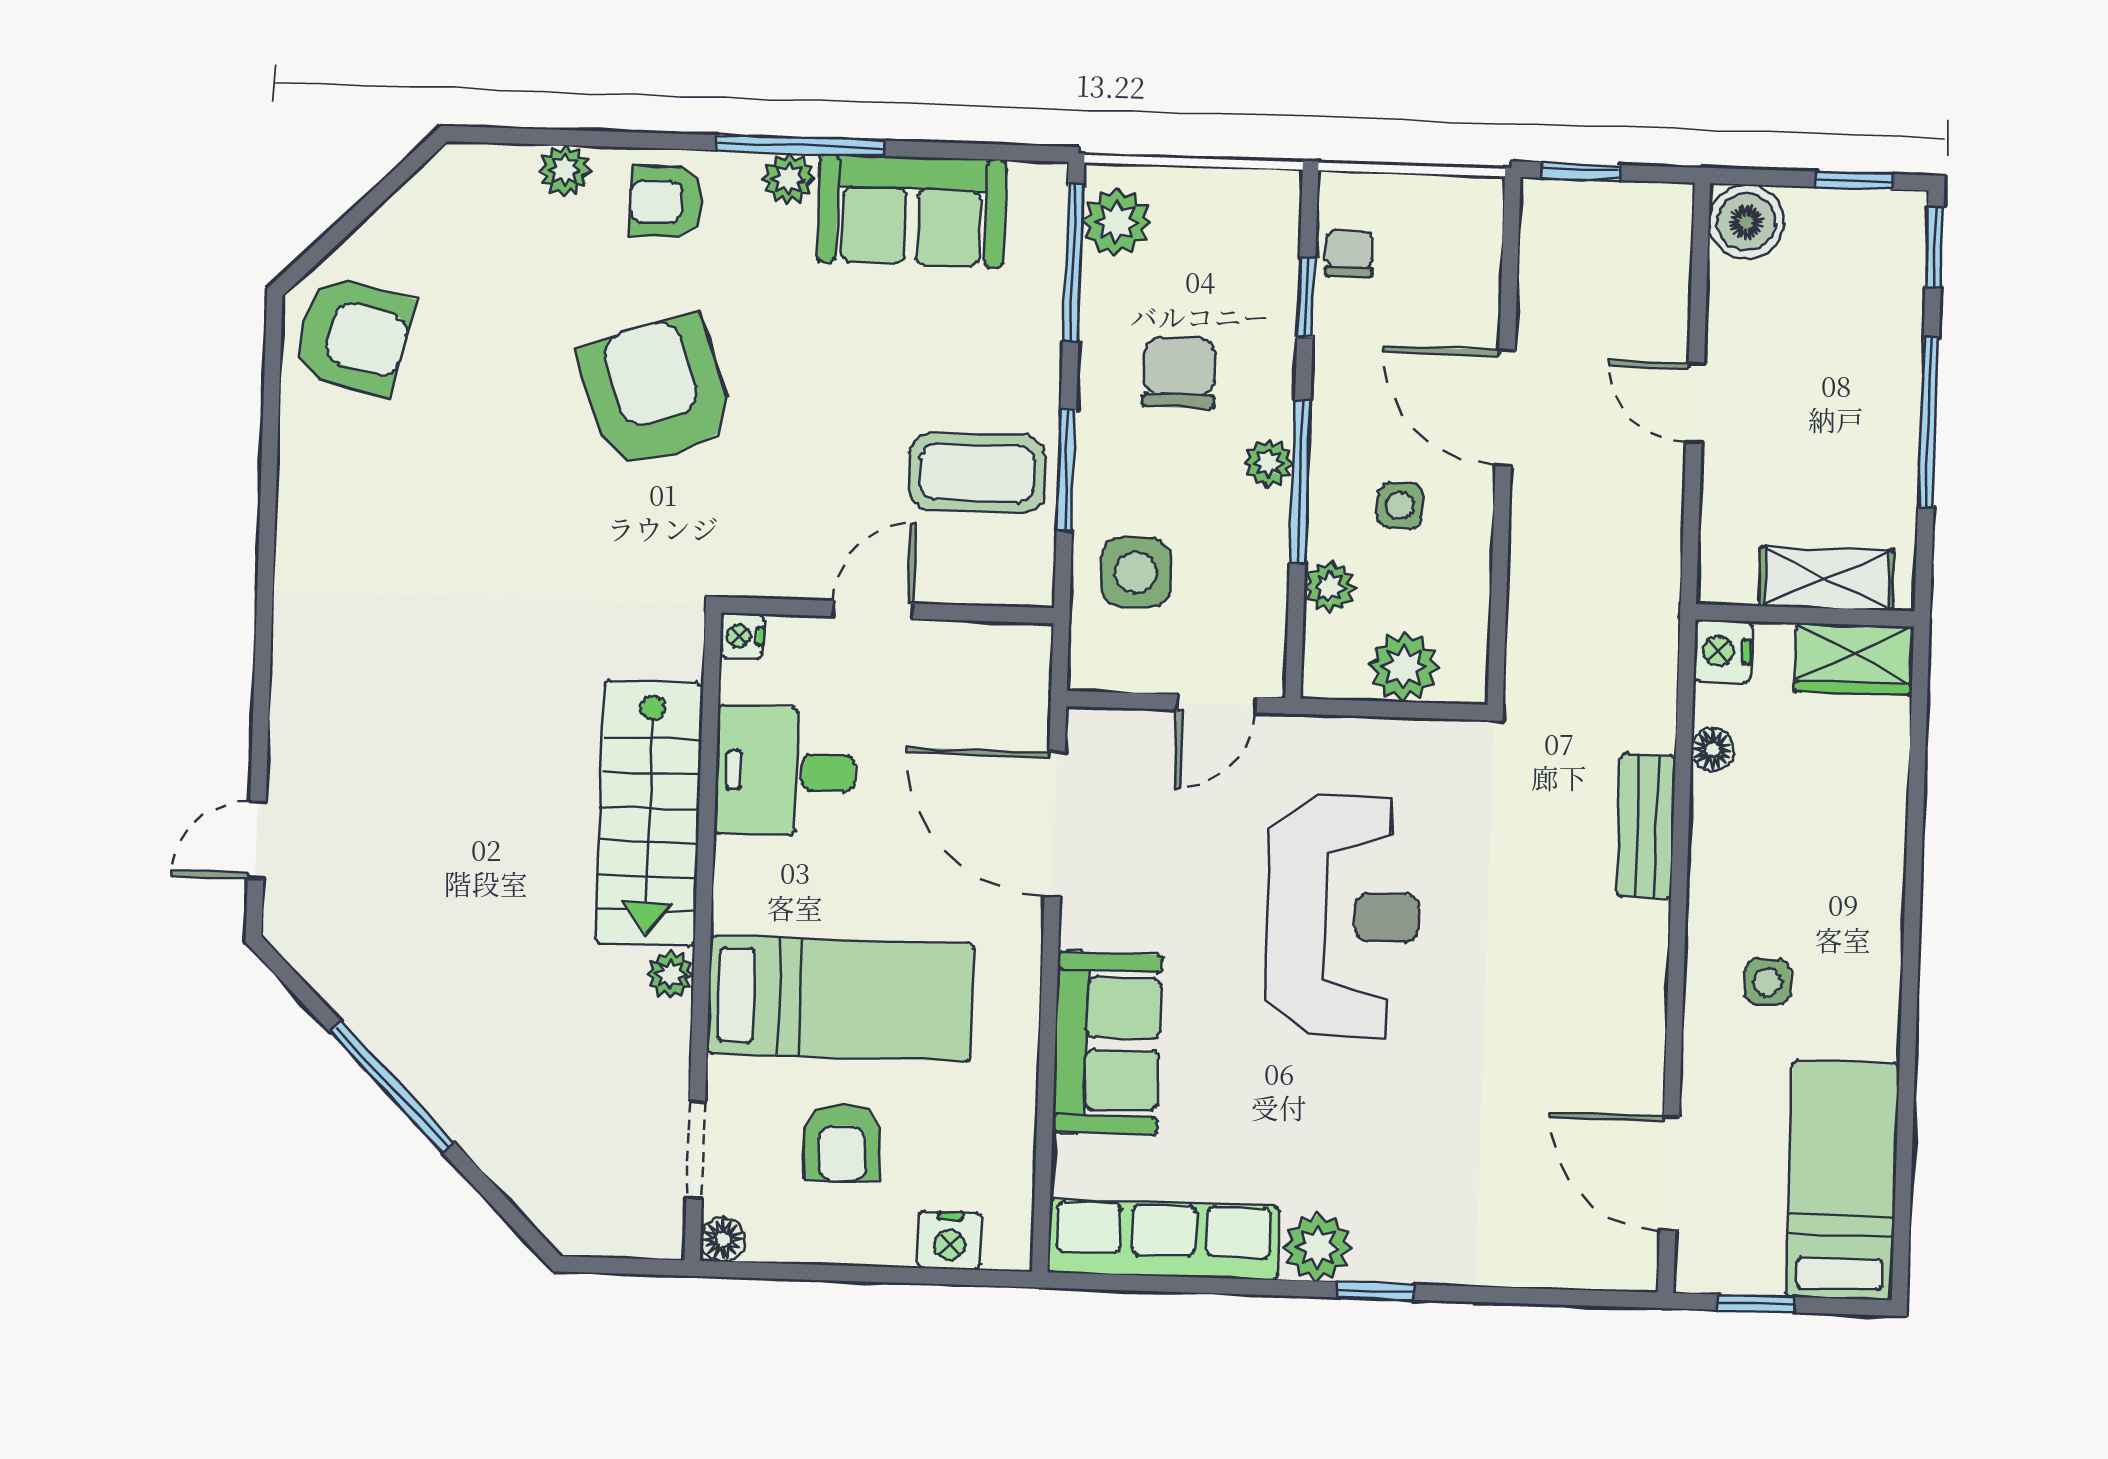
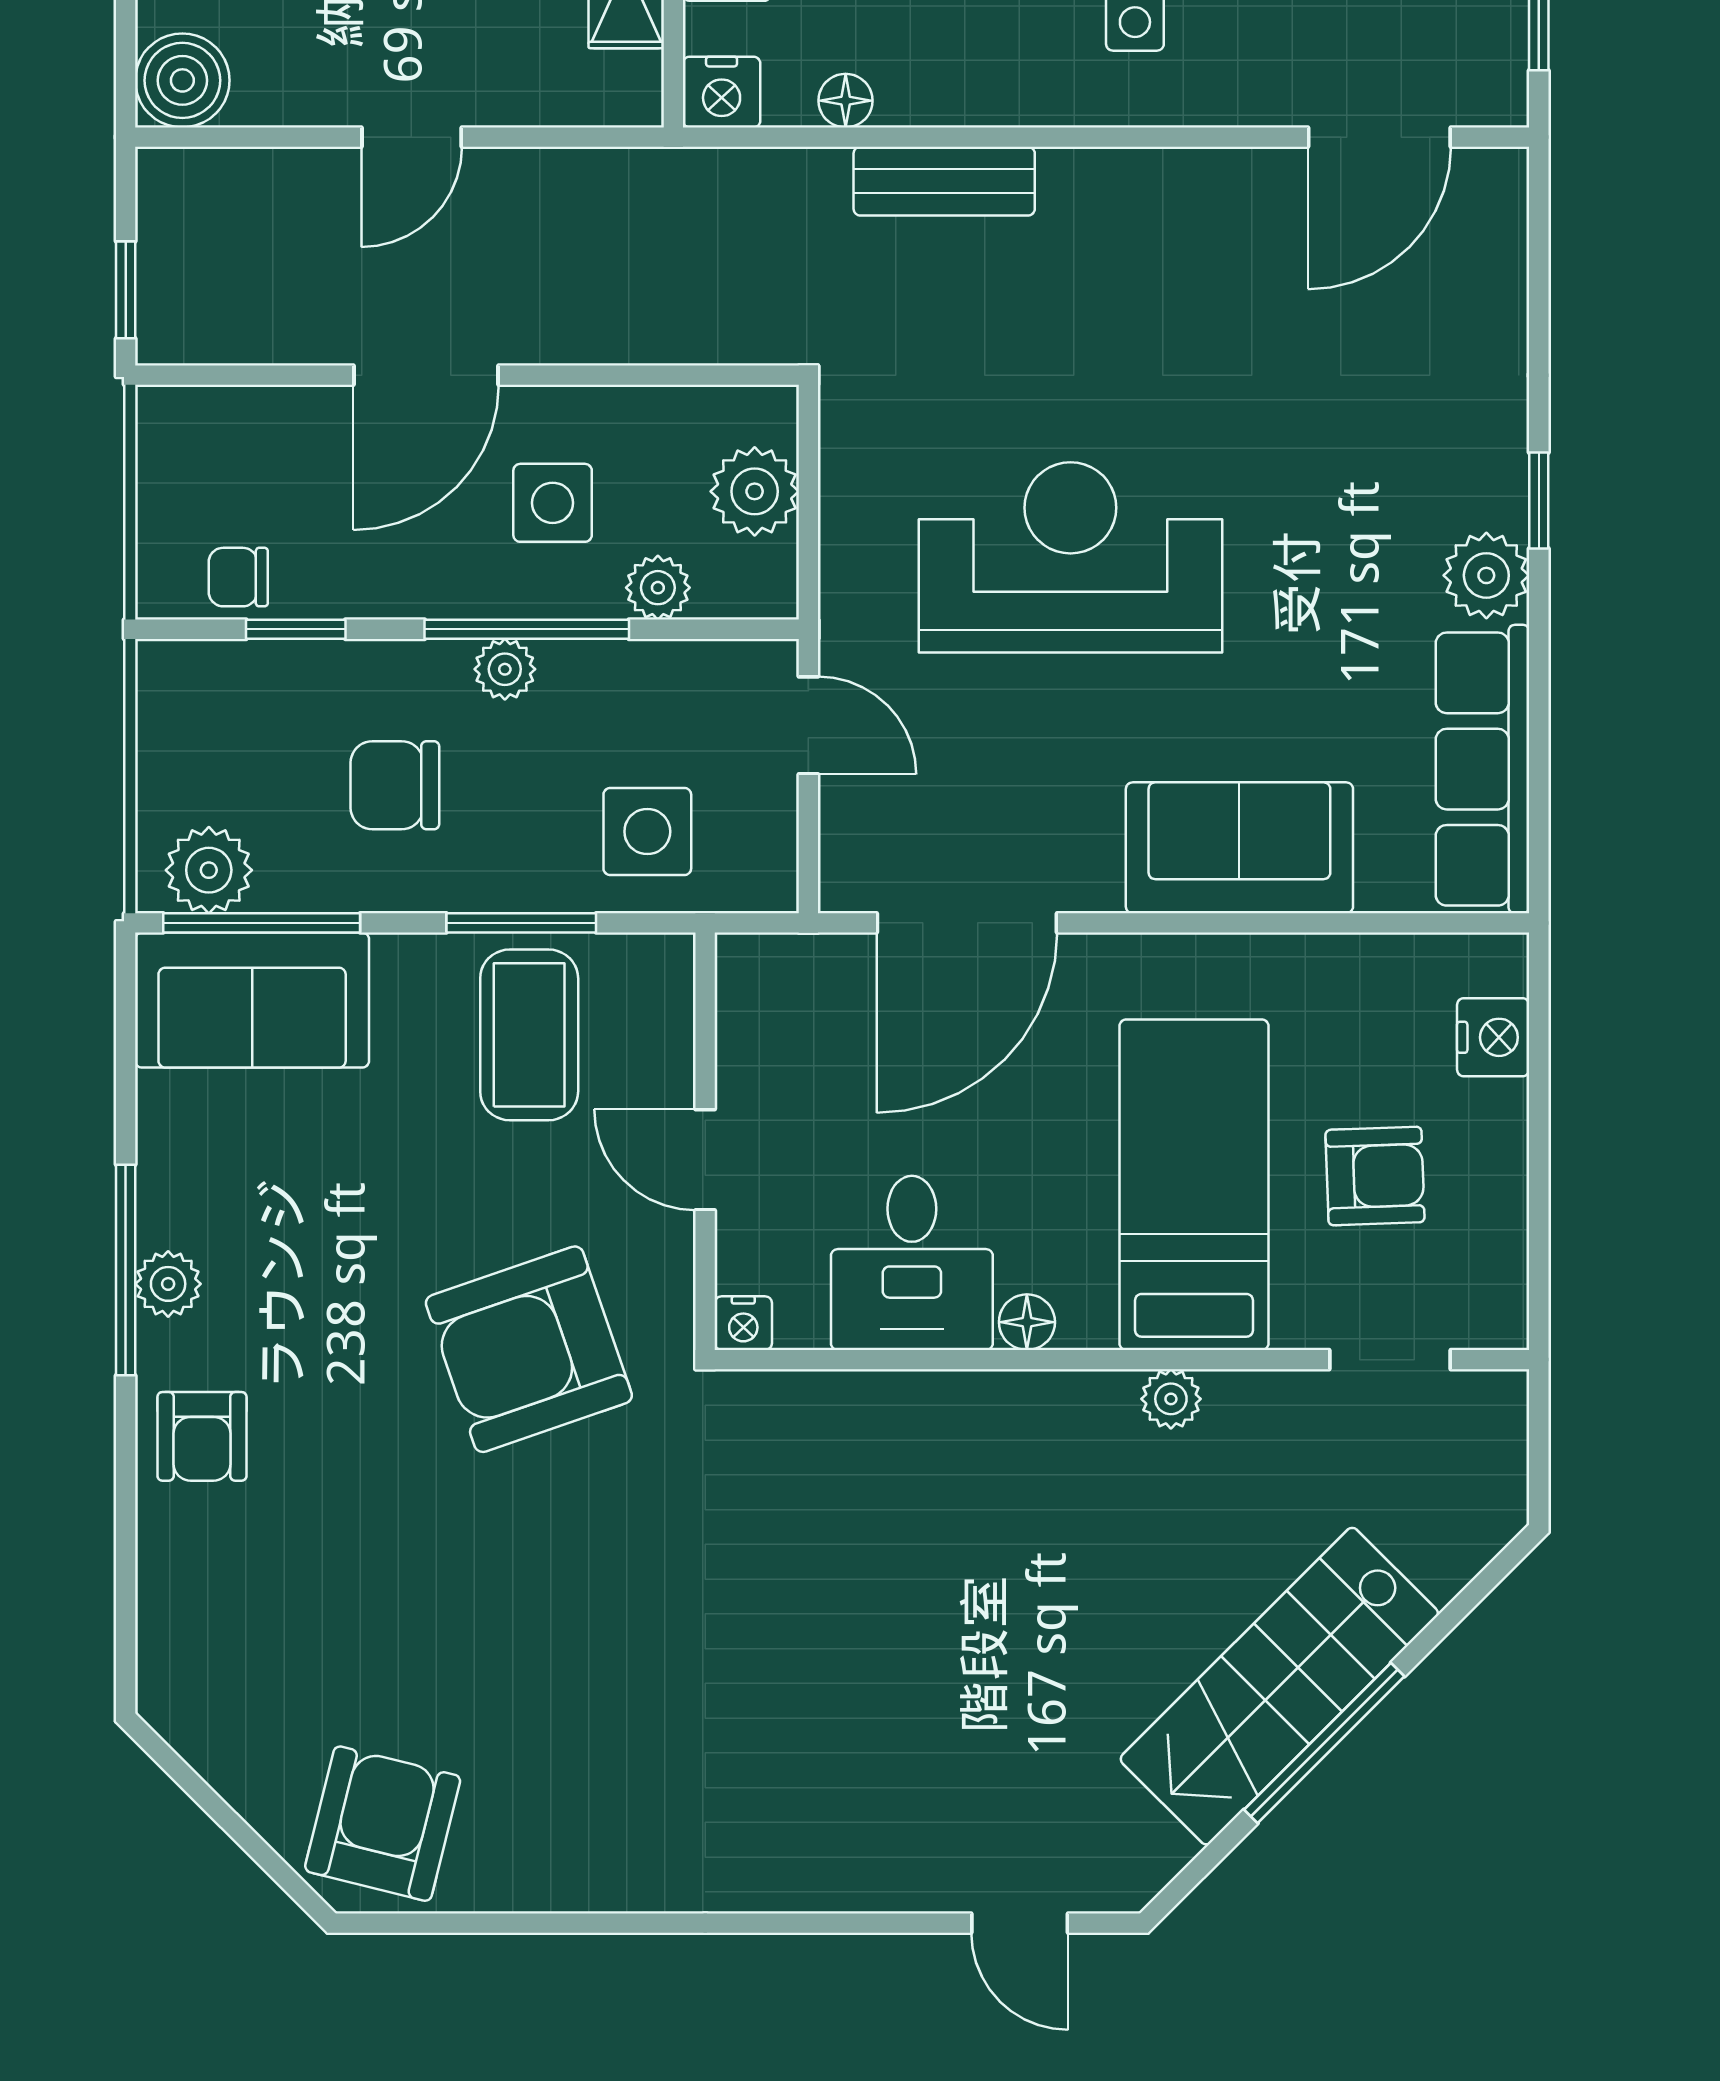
plant: (565, 171) -> (167, 1565), removed
sofa: (912, 211) -> (252, 1000), moved, turned 90
armchair: (656, 392) -> (529, 1349), moved
side table: (1400, 506) -> (553, 503), width x1.37, depth x1.37
stairs: (650, 813) -> (1279, 1686), moved, turned 135
floor lamp: (723, 1239) -> (1027, 1322), moved

